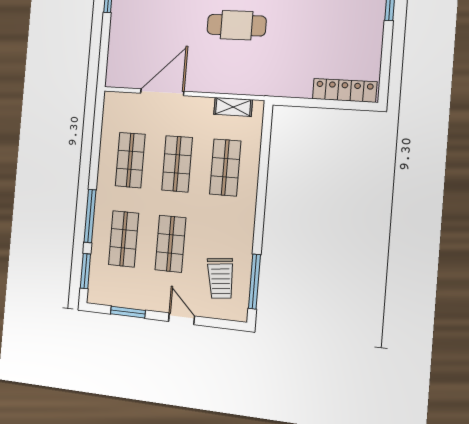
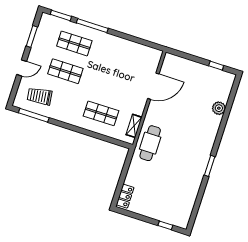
cafe table: (237, 25) -> (150, 143), moved
locker: (345, 90) -> (125, 196), width x0.66
door: (162, 92) -> (153, 86), hinge flipped
shop shelf: (130, 160) -> (119, 58), removed
shop shelf: (177, 164) -> (110, 86), removed

